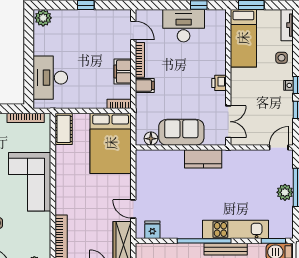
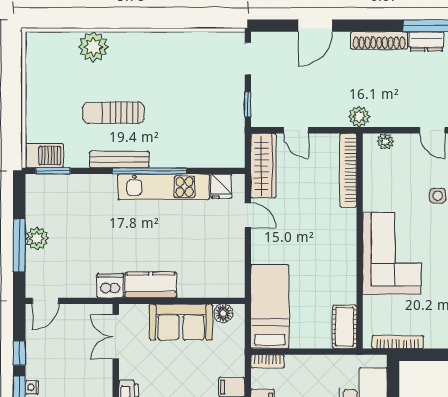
bed: (111, 143) -> (270, 307), width x0.67
dishwasher: (232, 158) -> (110, 286), added
kitchen unit: (236, 229) -> (164, 187), moved

